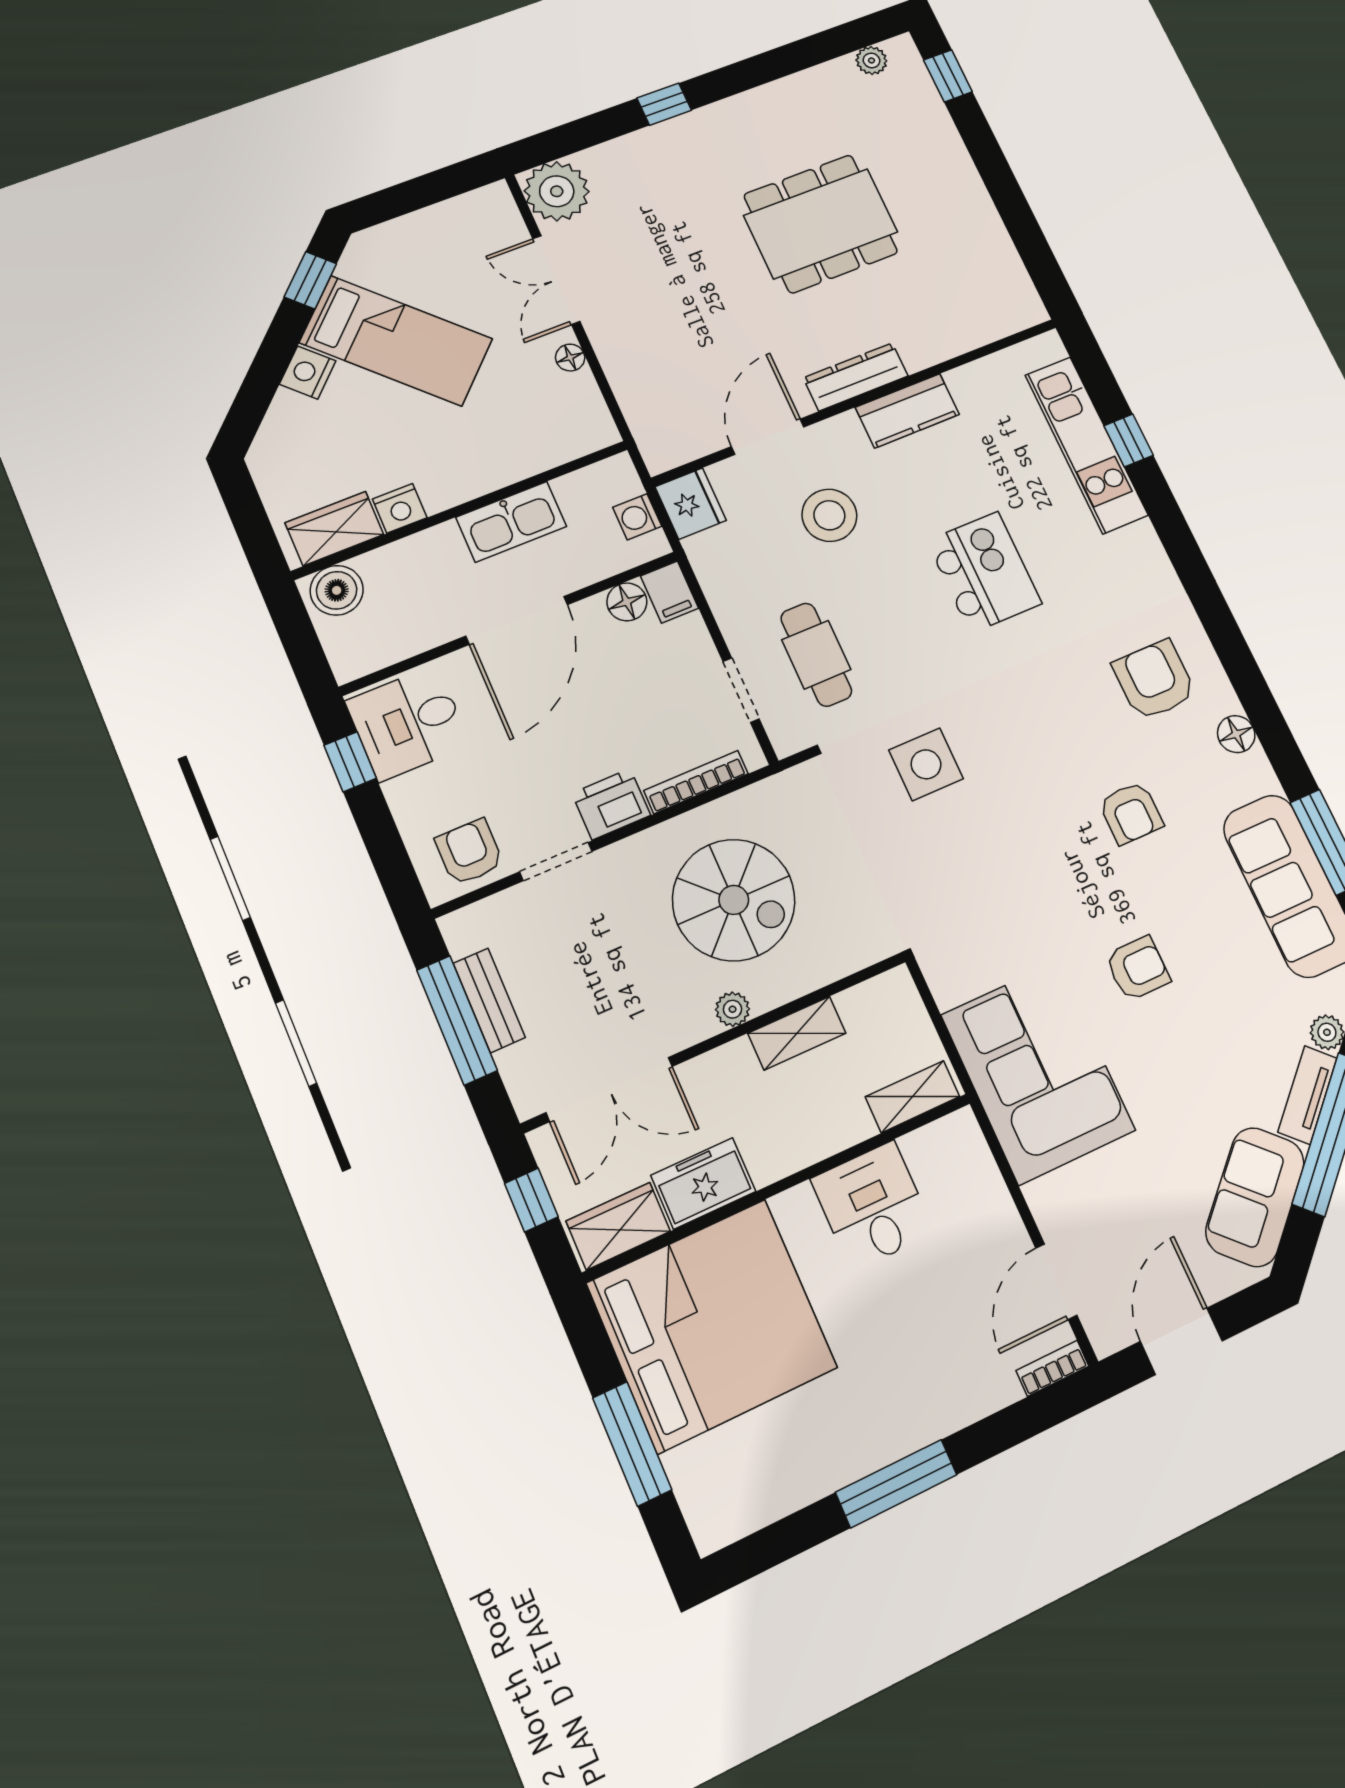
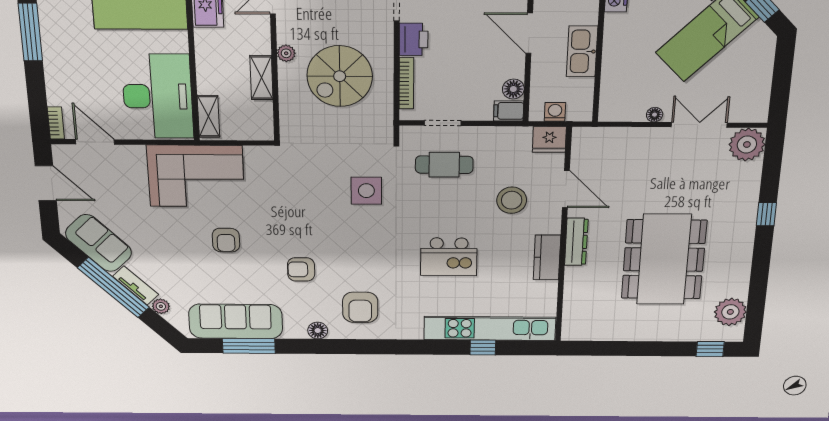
plant: (872, 60) -> (730, 312), width x1.88, depth x1.88
dining table: (821, 224) -> (664, 259), width x1.36, depth x1.24
kitchen unit: (1086, 445) -> (490, 328), width x1.36
door: (517, 620) -> (529, 33), width x0.73
armchair: (1154, 680) -> (360, 307), turned 90
desk: (873, 1206) -> (158, 96), width x1.87, depth x1.30

